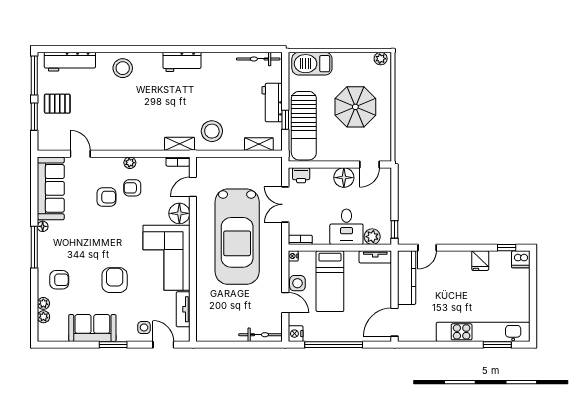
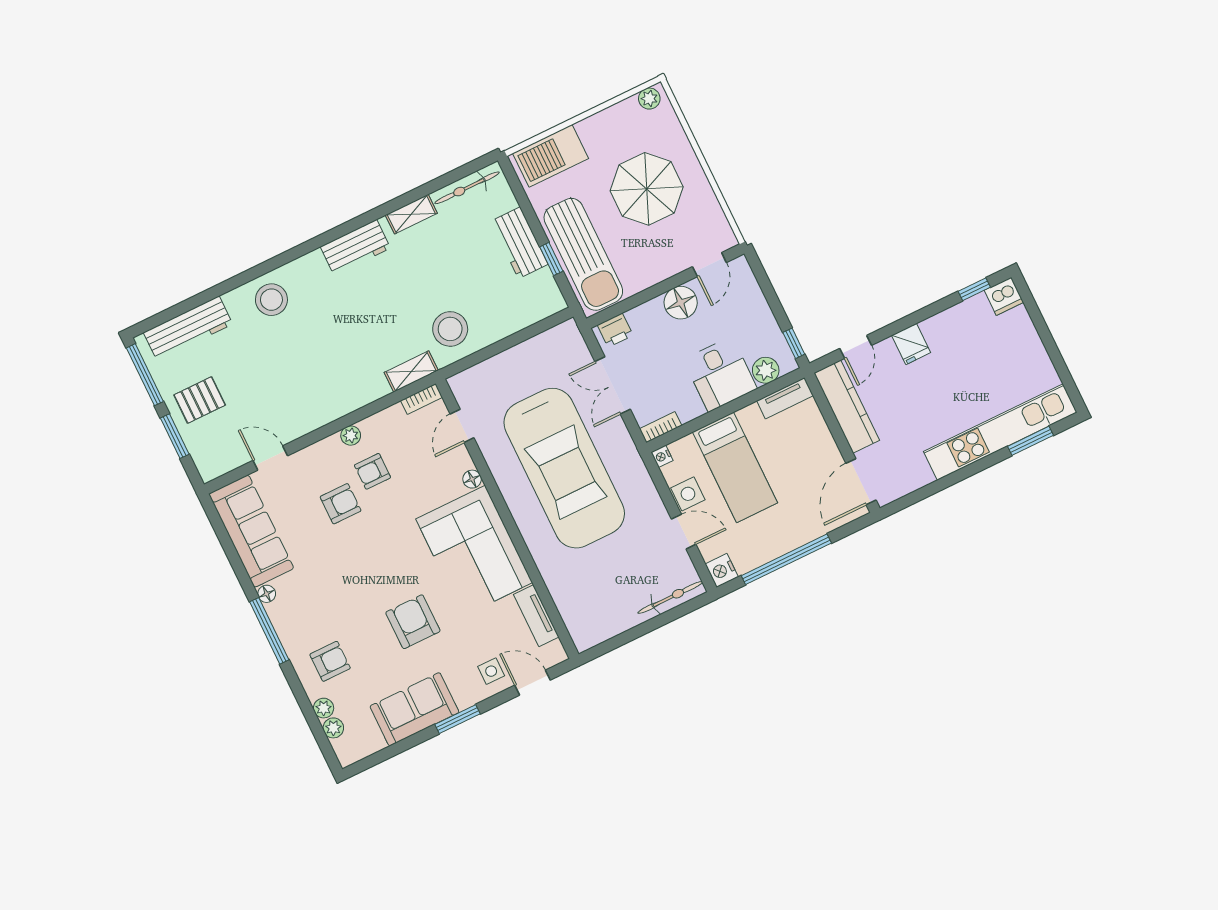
shelving: (259, 144) -> (411, 214), moved
floor lamp: (179, 213) -> (472, 479), width x0.53, depth x0.53
fridge: (480, 261) -> (911, 344), moved

